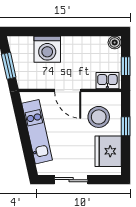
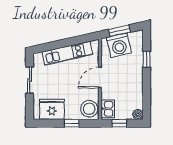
window: (45, 32) -> (147, 59), added
washing machine: (47, 49) -> (119, 45), moved, turned -103
stool: (99, 117) -> (89, 109), moved

